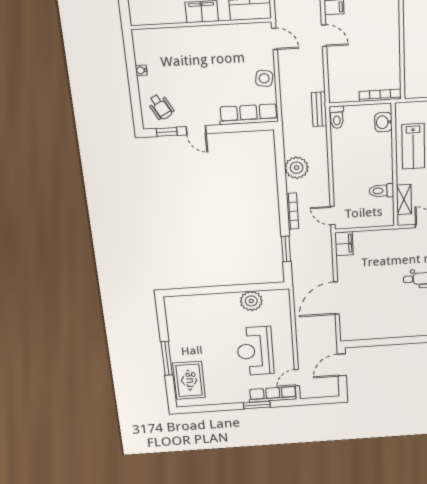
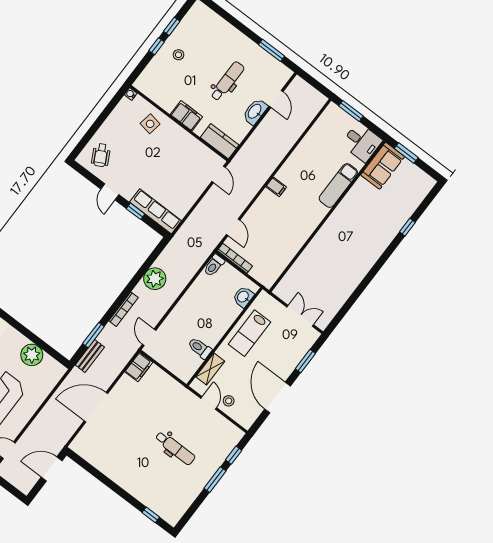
door: (324, 36) -> (233, 227), moved
water cooler: (141, 70) -> (131, 94), moved
side table: (264, 78) -> (150, 124), moved
bookcase: (380, 95) -> (235, 258), moved
bench: (319, 109) -> (90, 356), moved
window: (167, 132) -> (136, 211), moved

